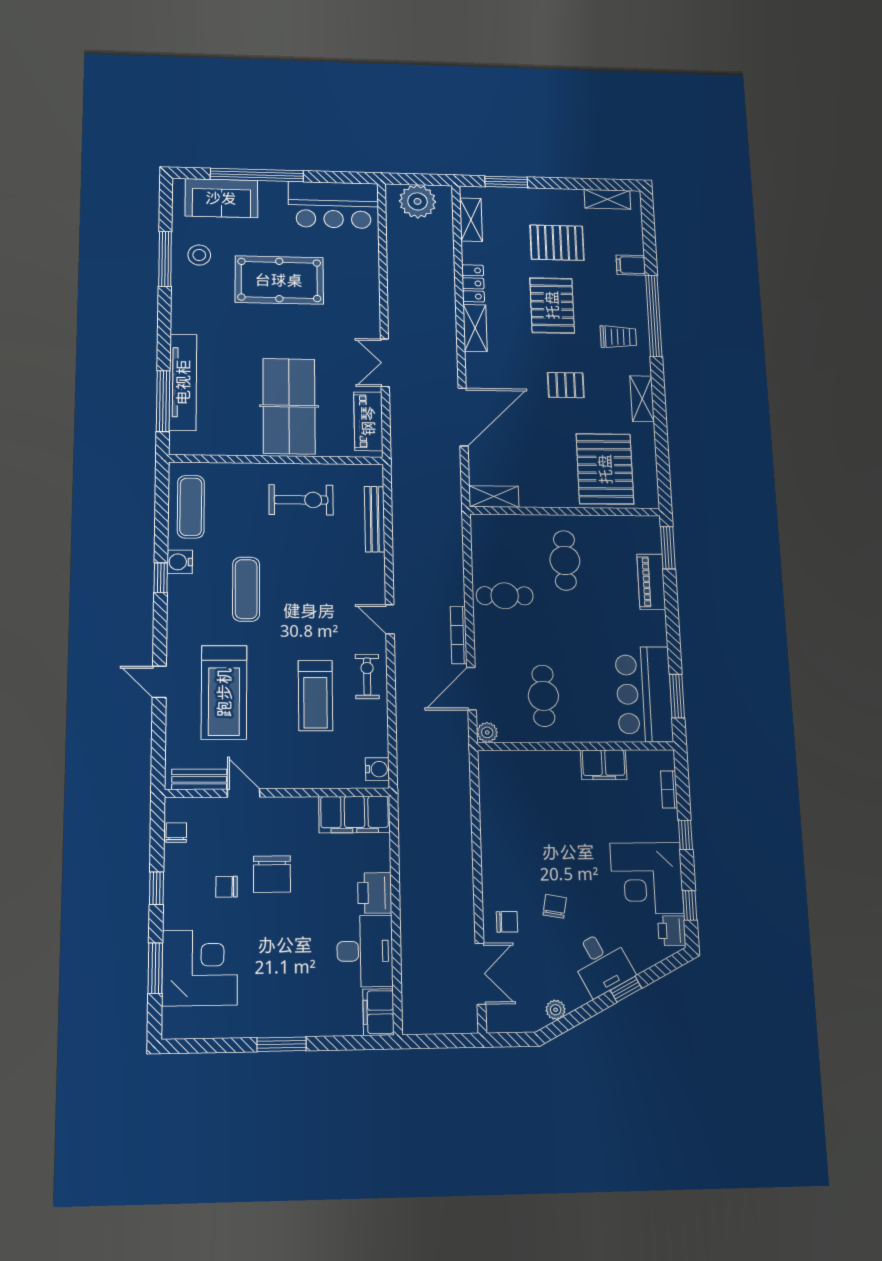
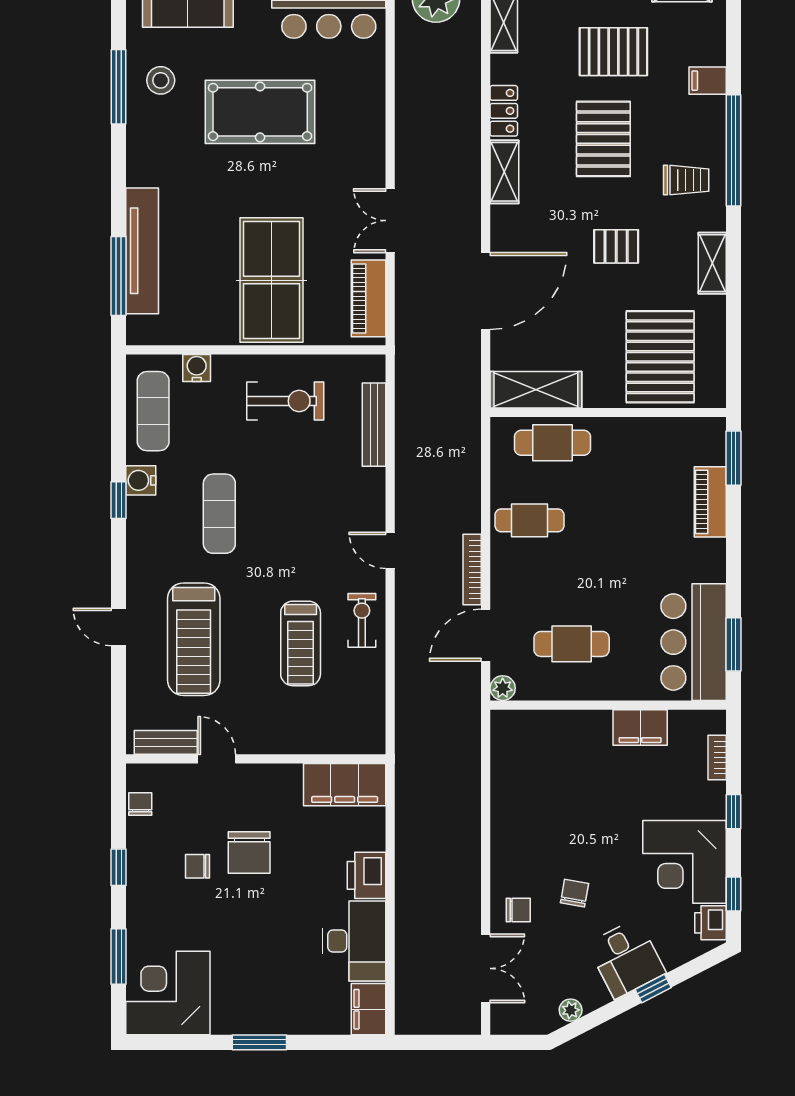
shelving: (494, 497) -> (536, 390), width x1.50, depth x1.33
cafe table: (565, 560) -> (553, 443), moved, turned 90
cafe table: (543, 696) -> (572, 644), turned 90
water cooler: (377, 769) -> (197, 368), moved, turned -90
corner desk: (200, 968) -> (168, 993), moved, turned -90

